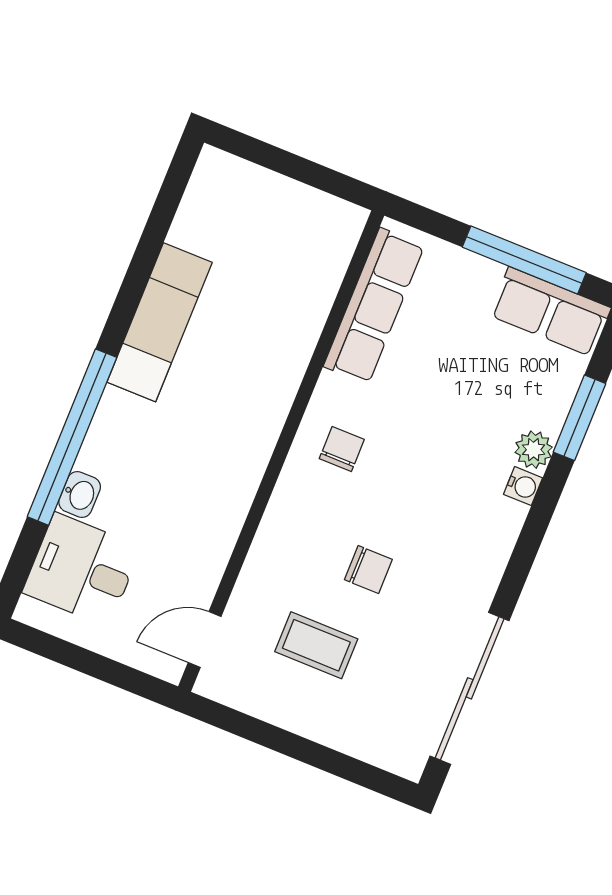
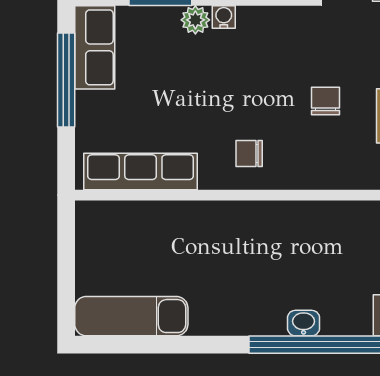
exam couch: (160, 322) -> (131, 316), moved
washbasin: (80, 494) -> (304, 323), moved

